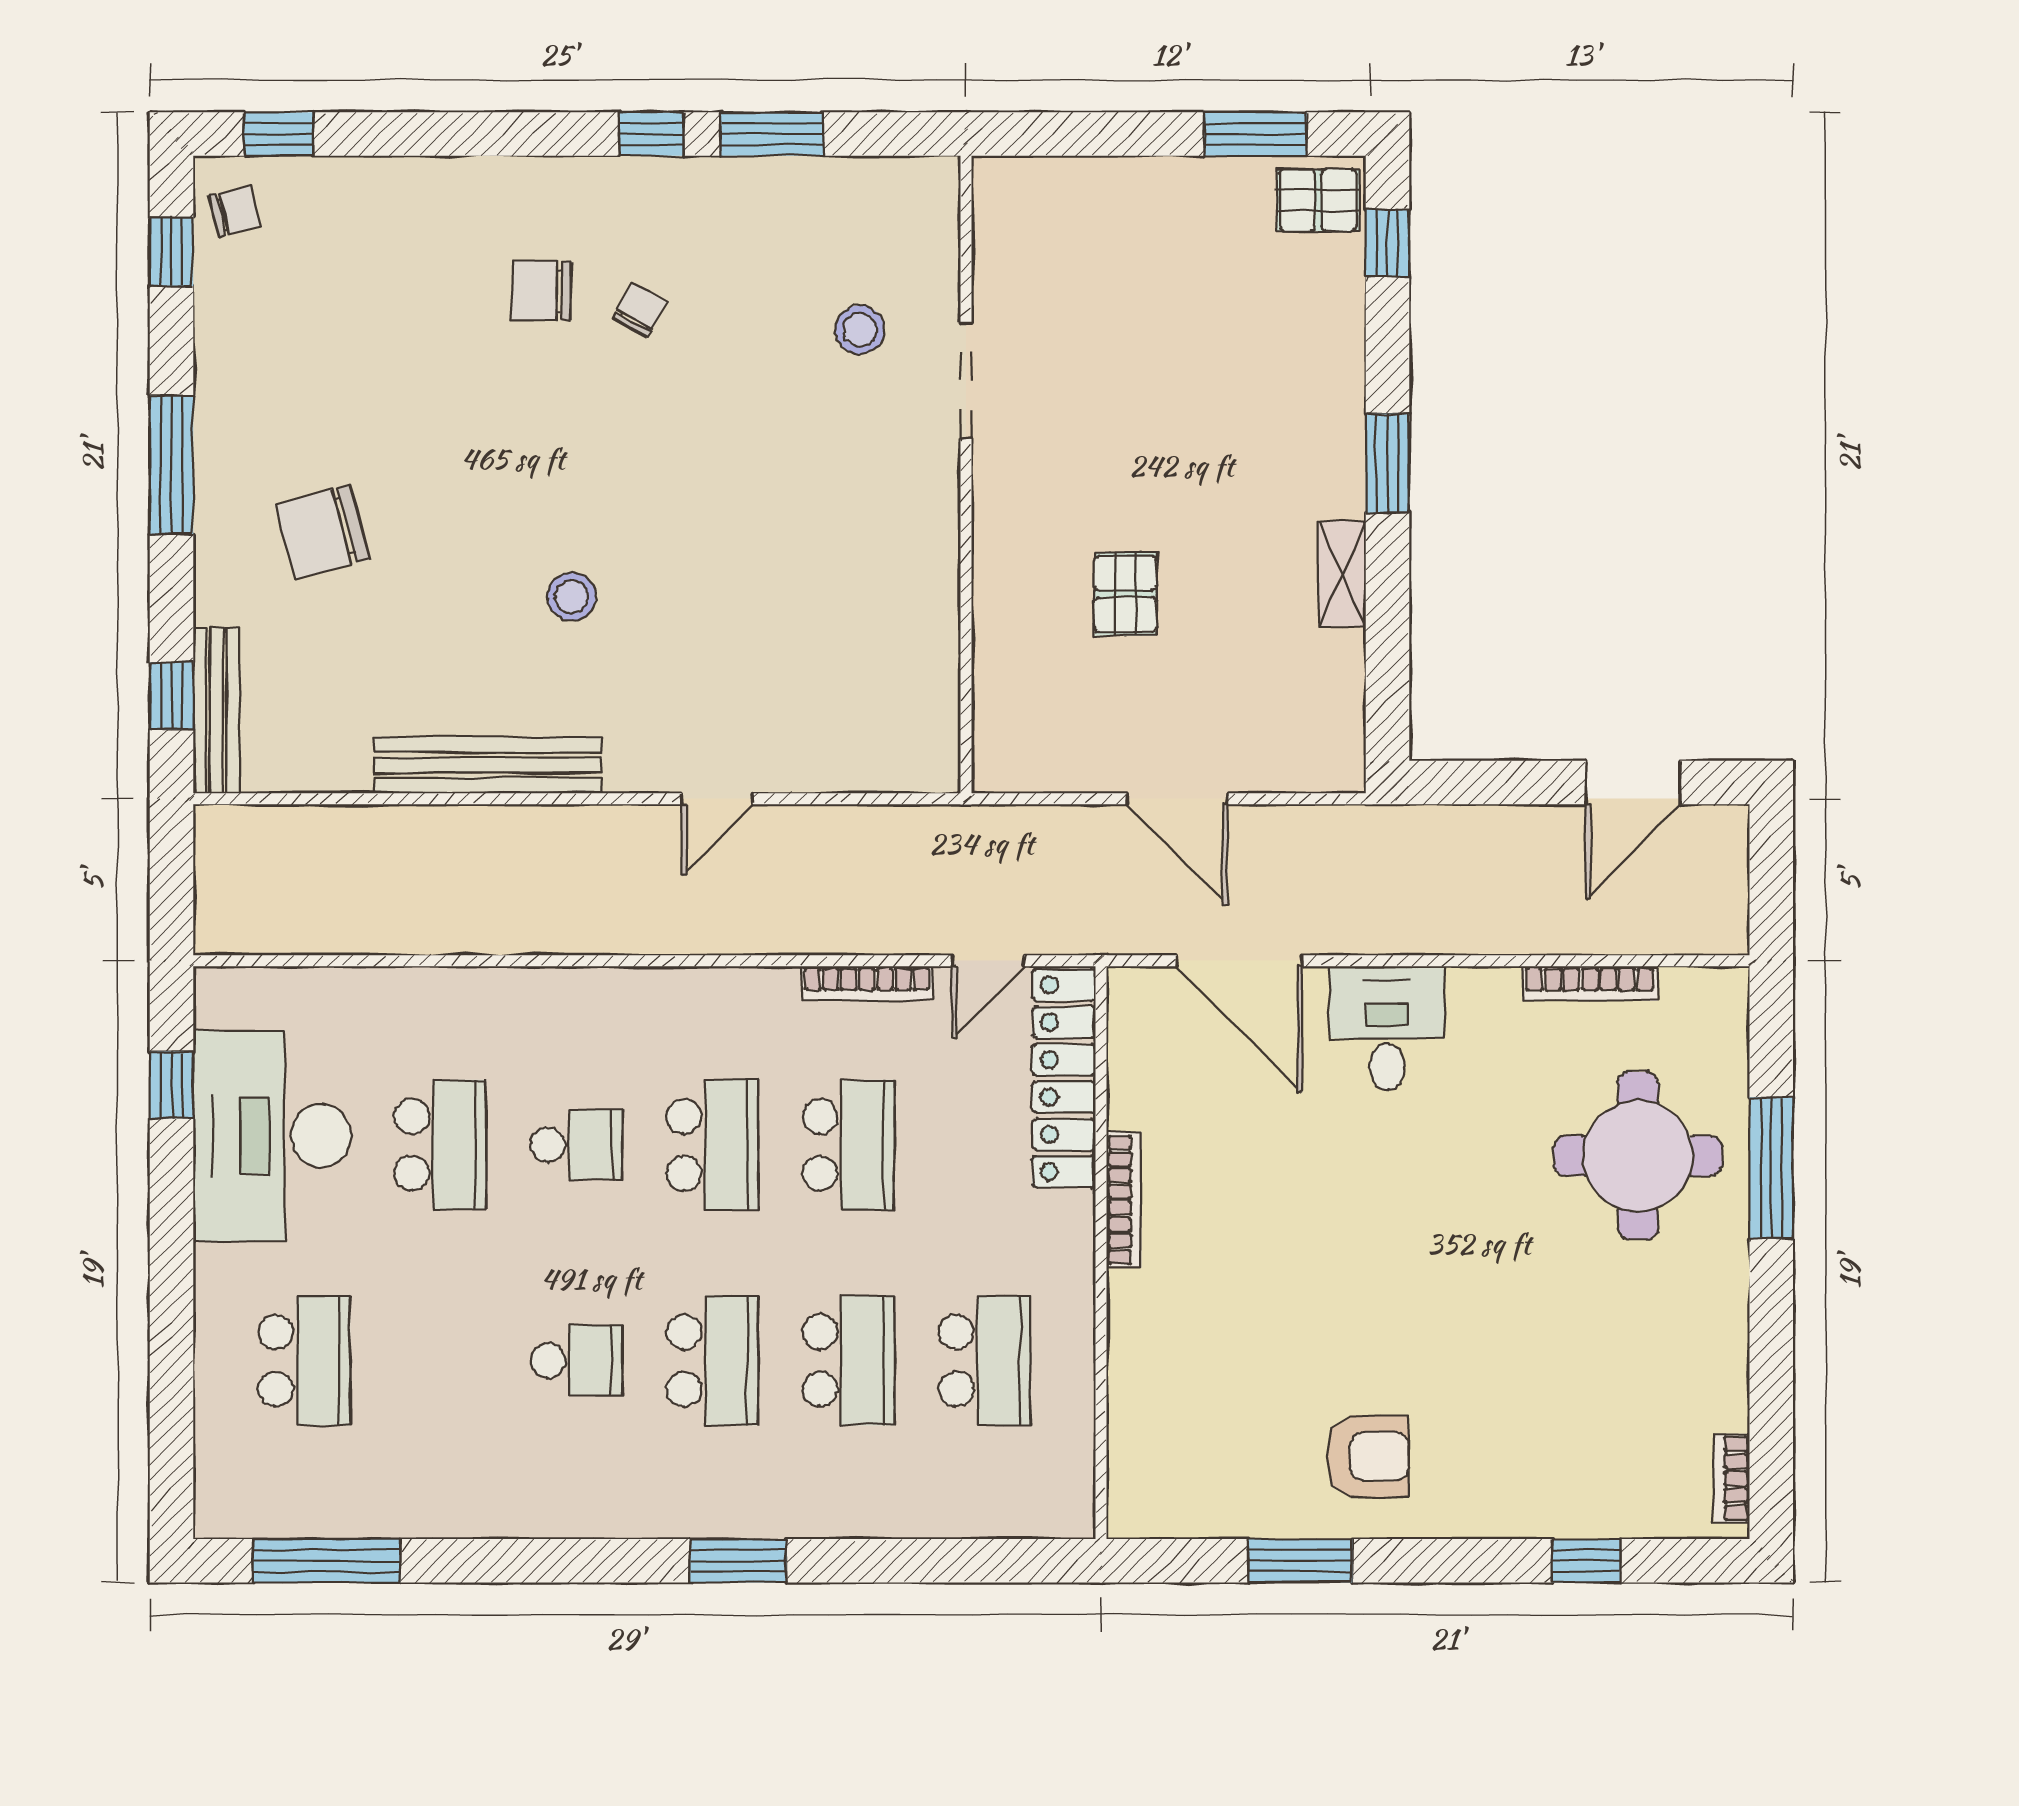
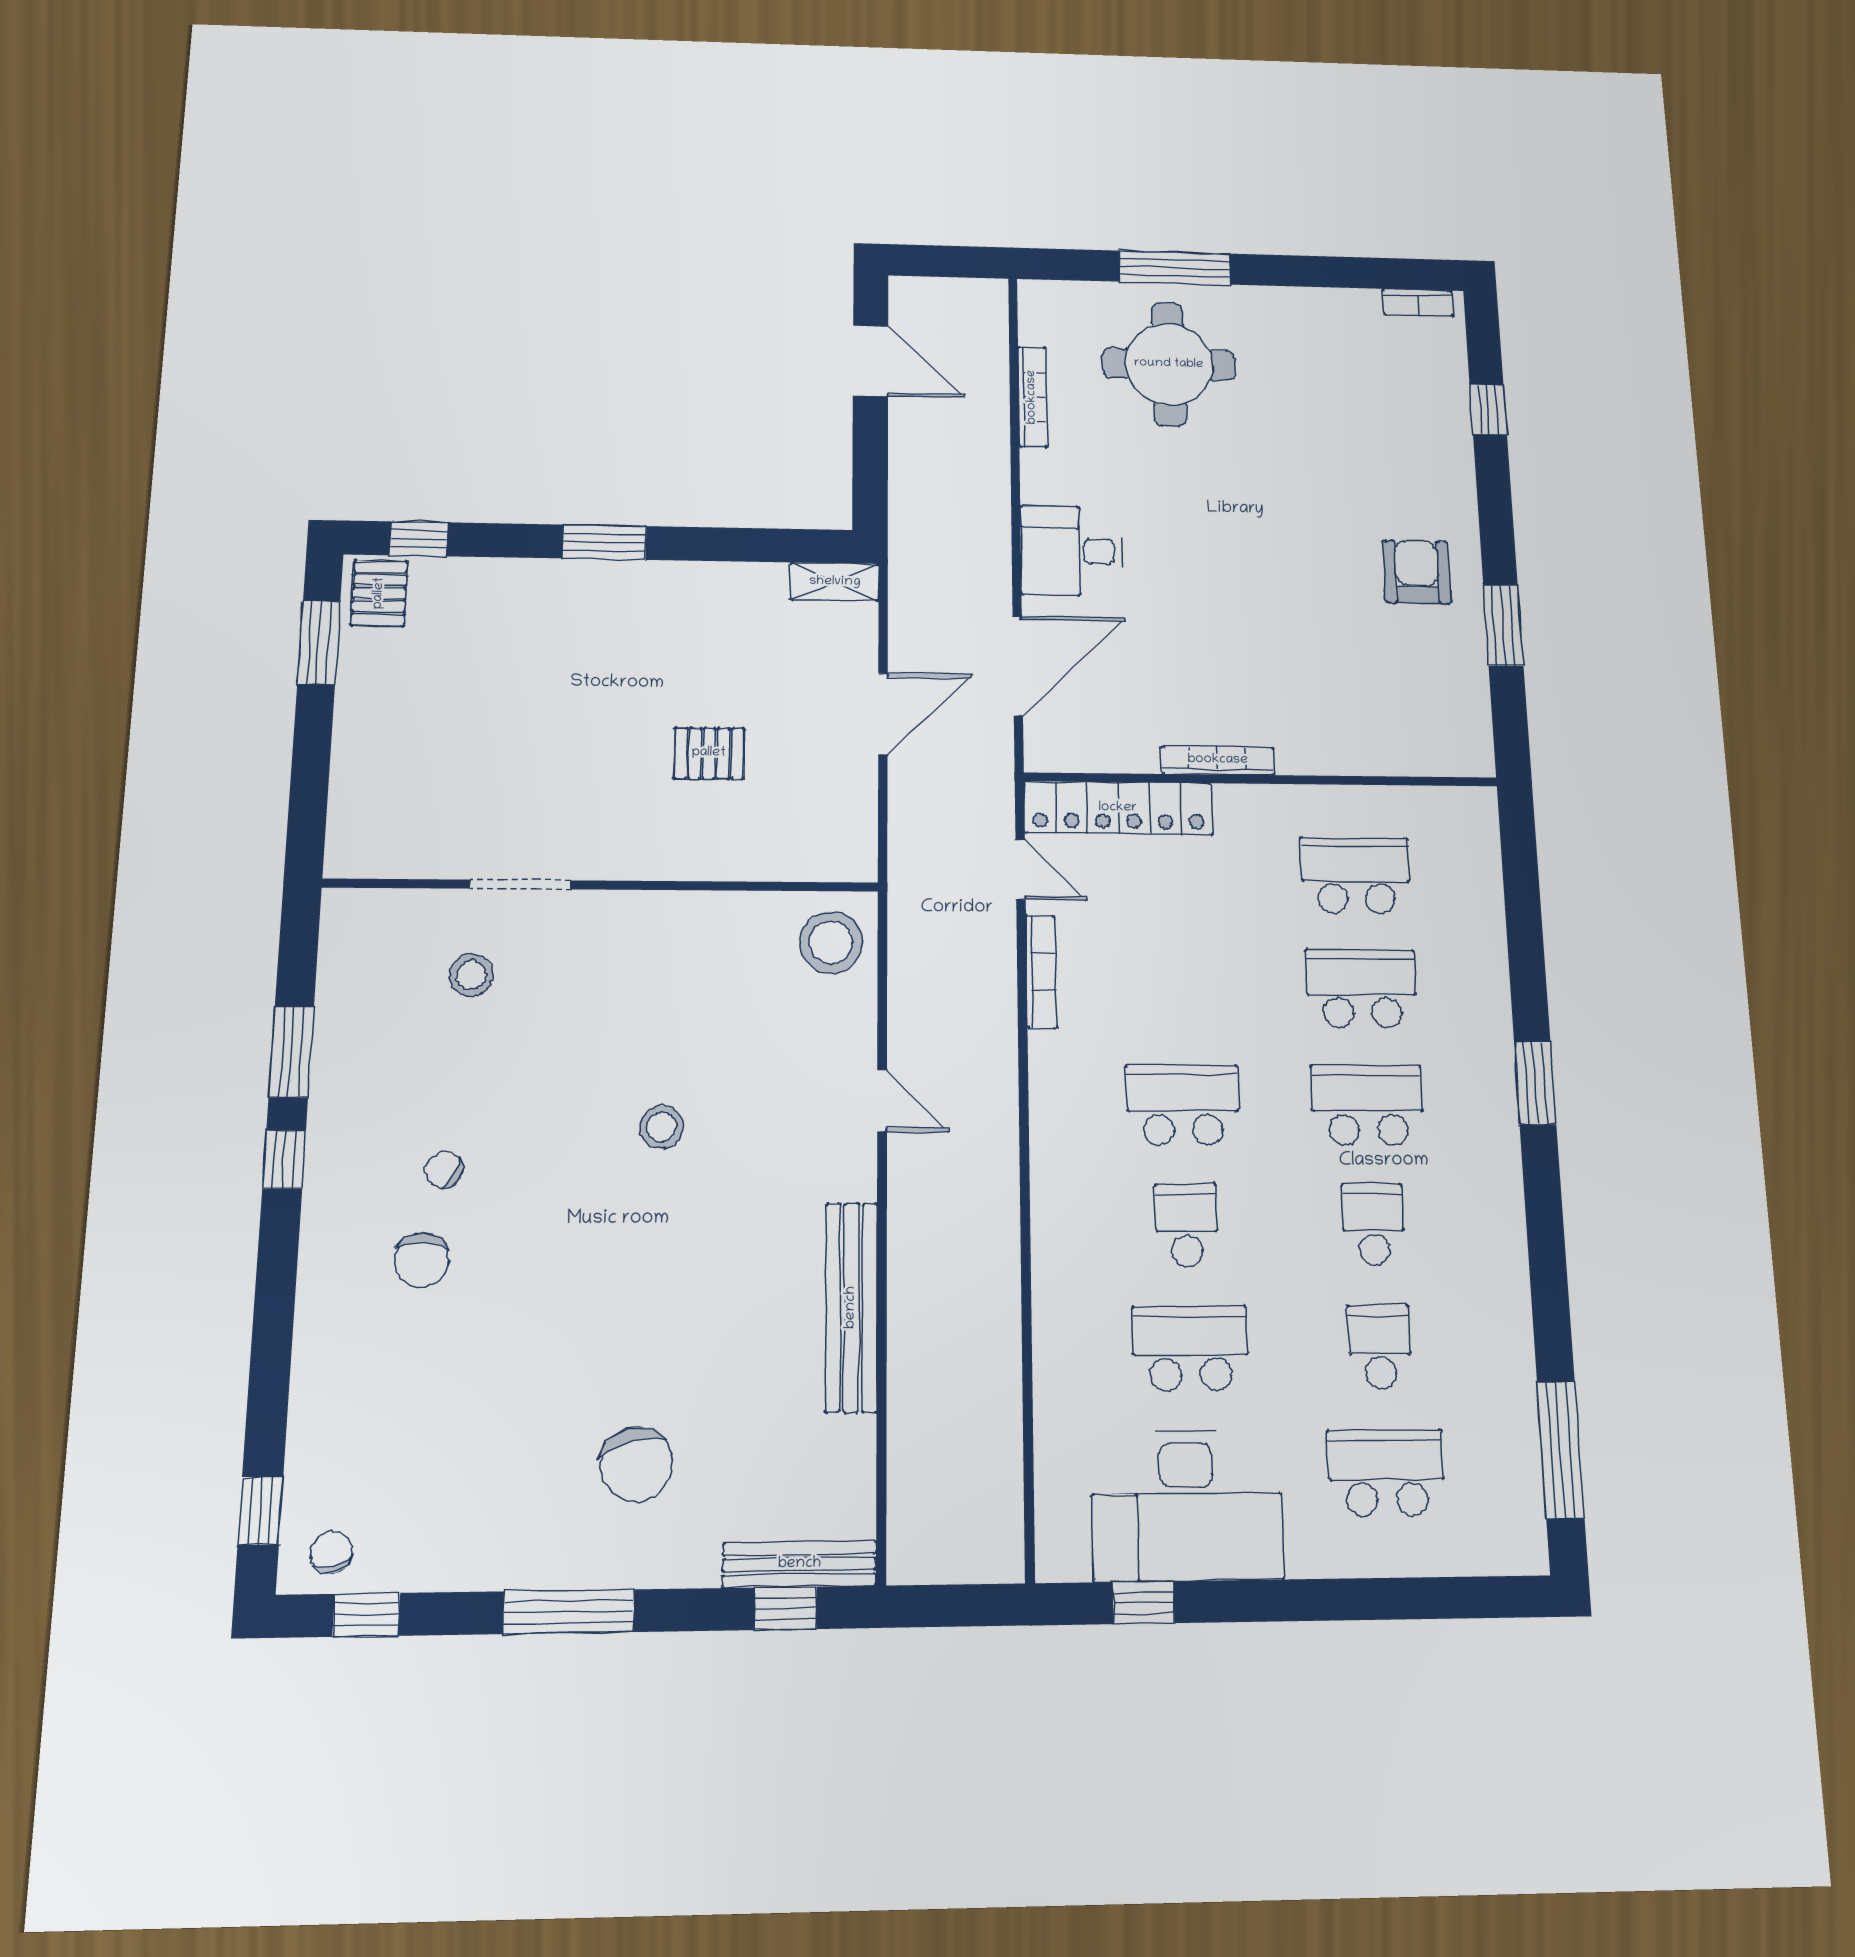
shelving: (1342, 574) -> (835, 582), moved
stool: (572, 596) -> (661, 1127), moved
stool: (900, 739) -> (831, 942), added
school desk: (849, 1145) -> (1380, 1347), moved, width x0.54

